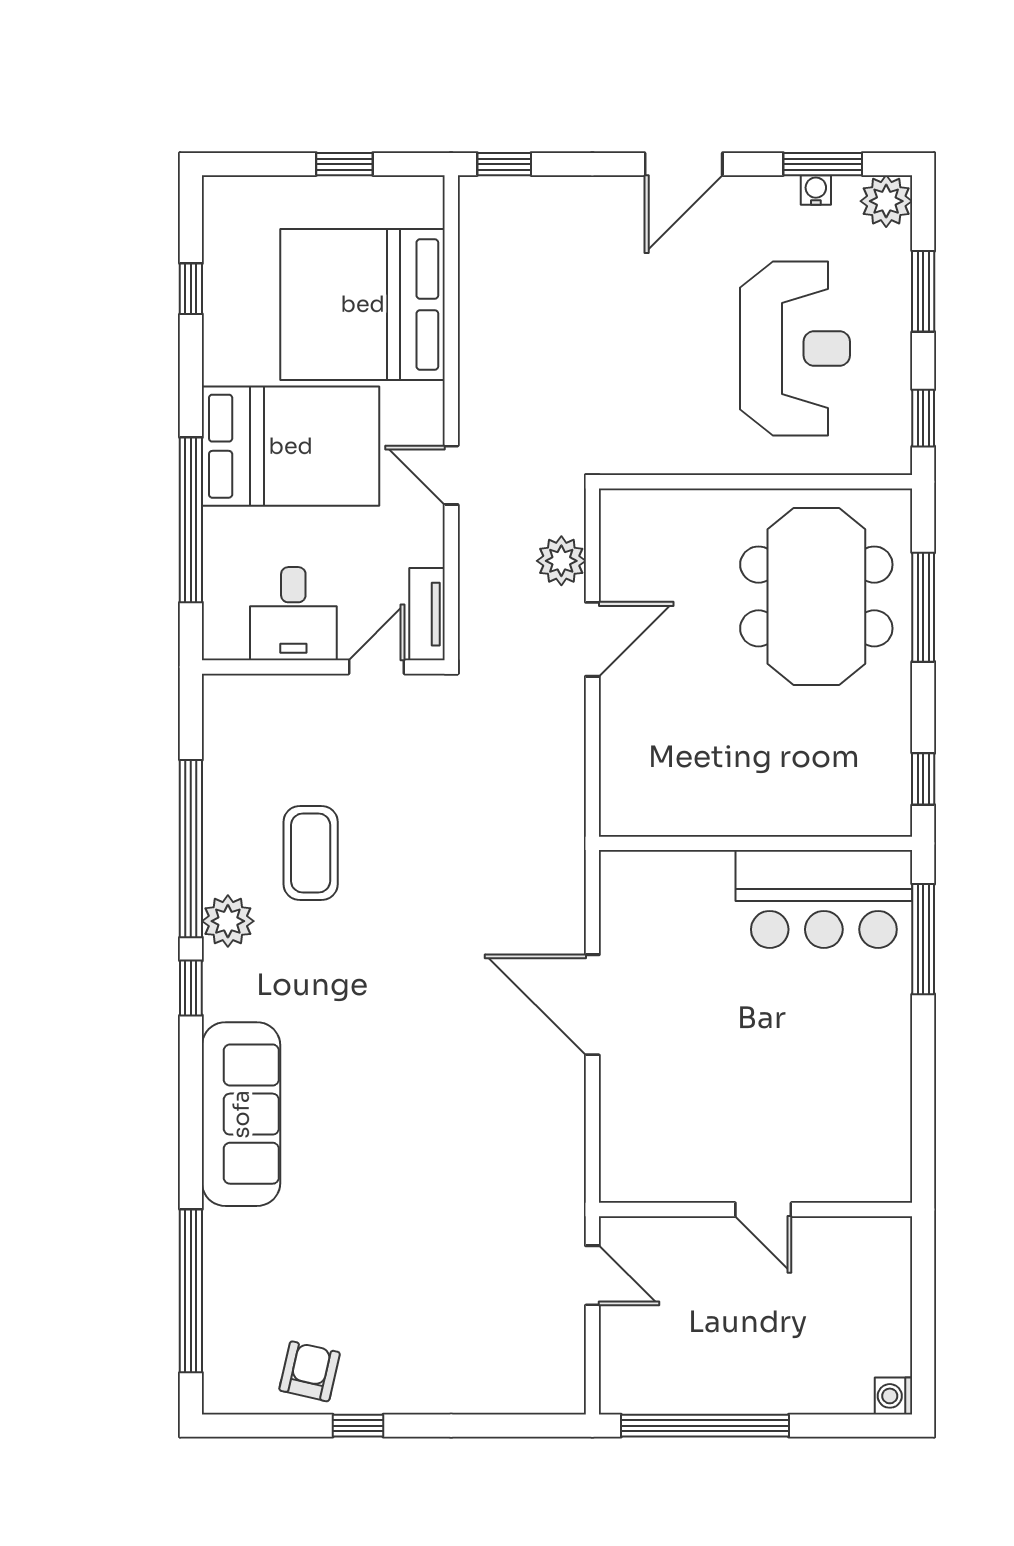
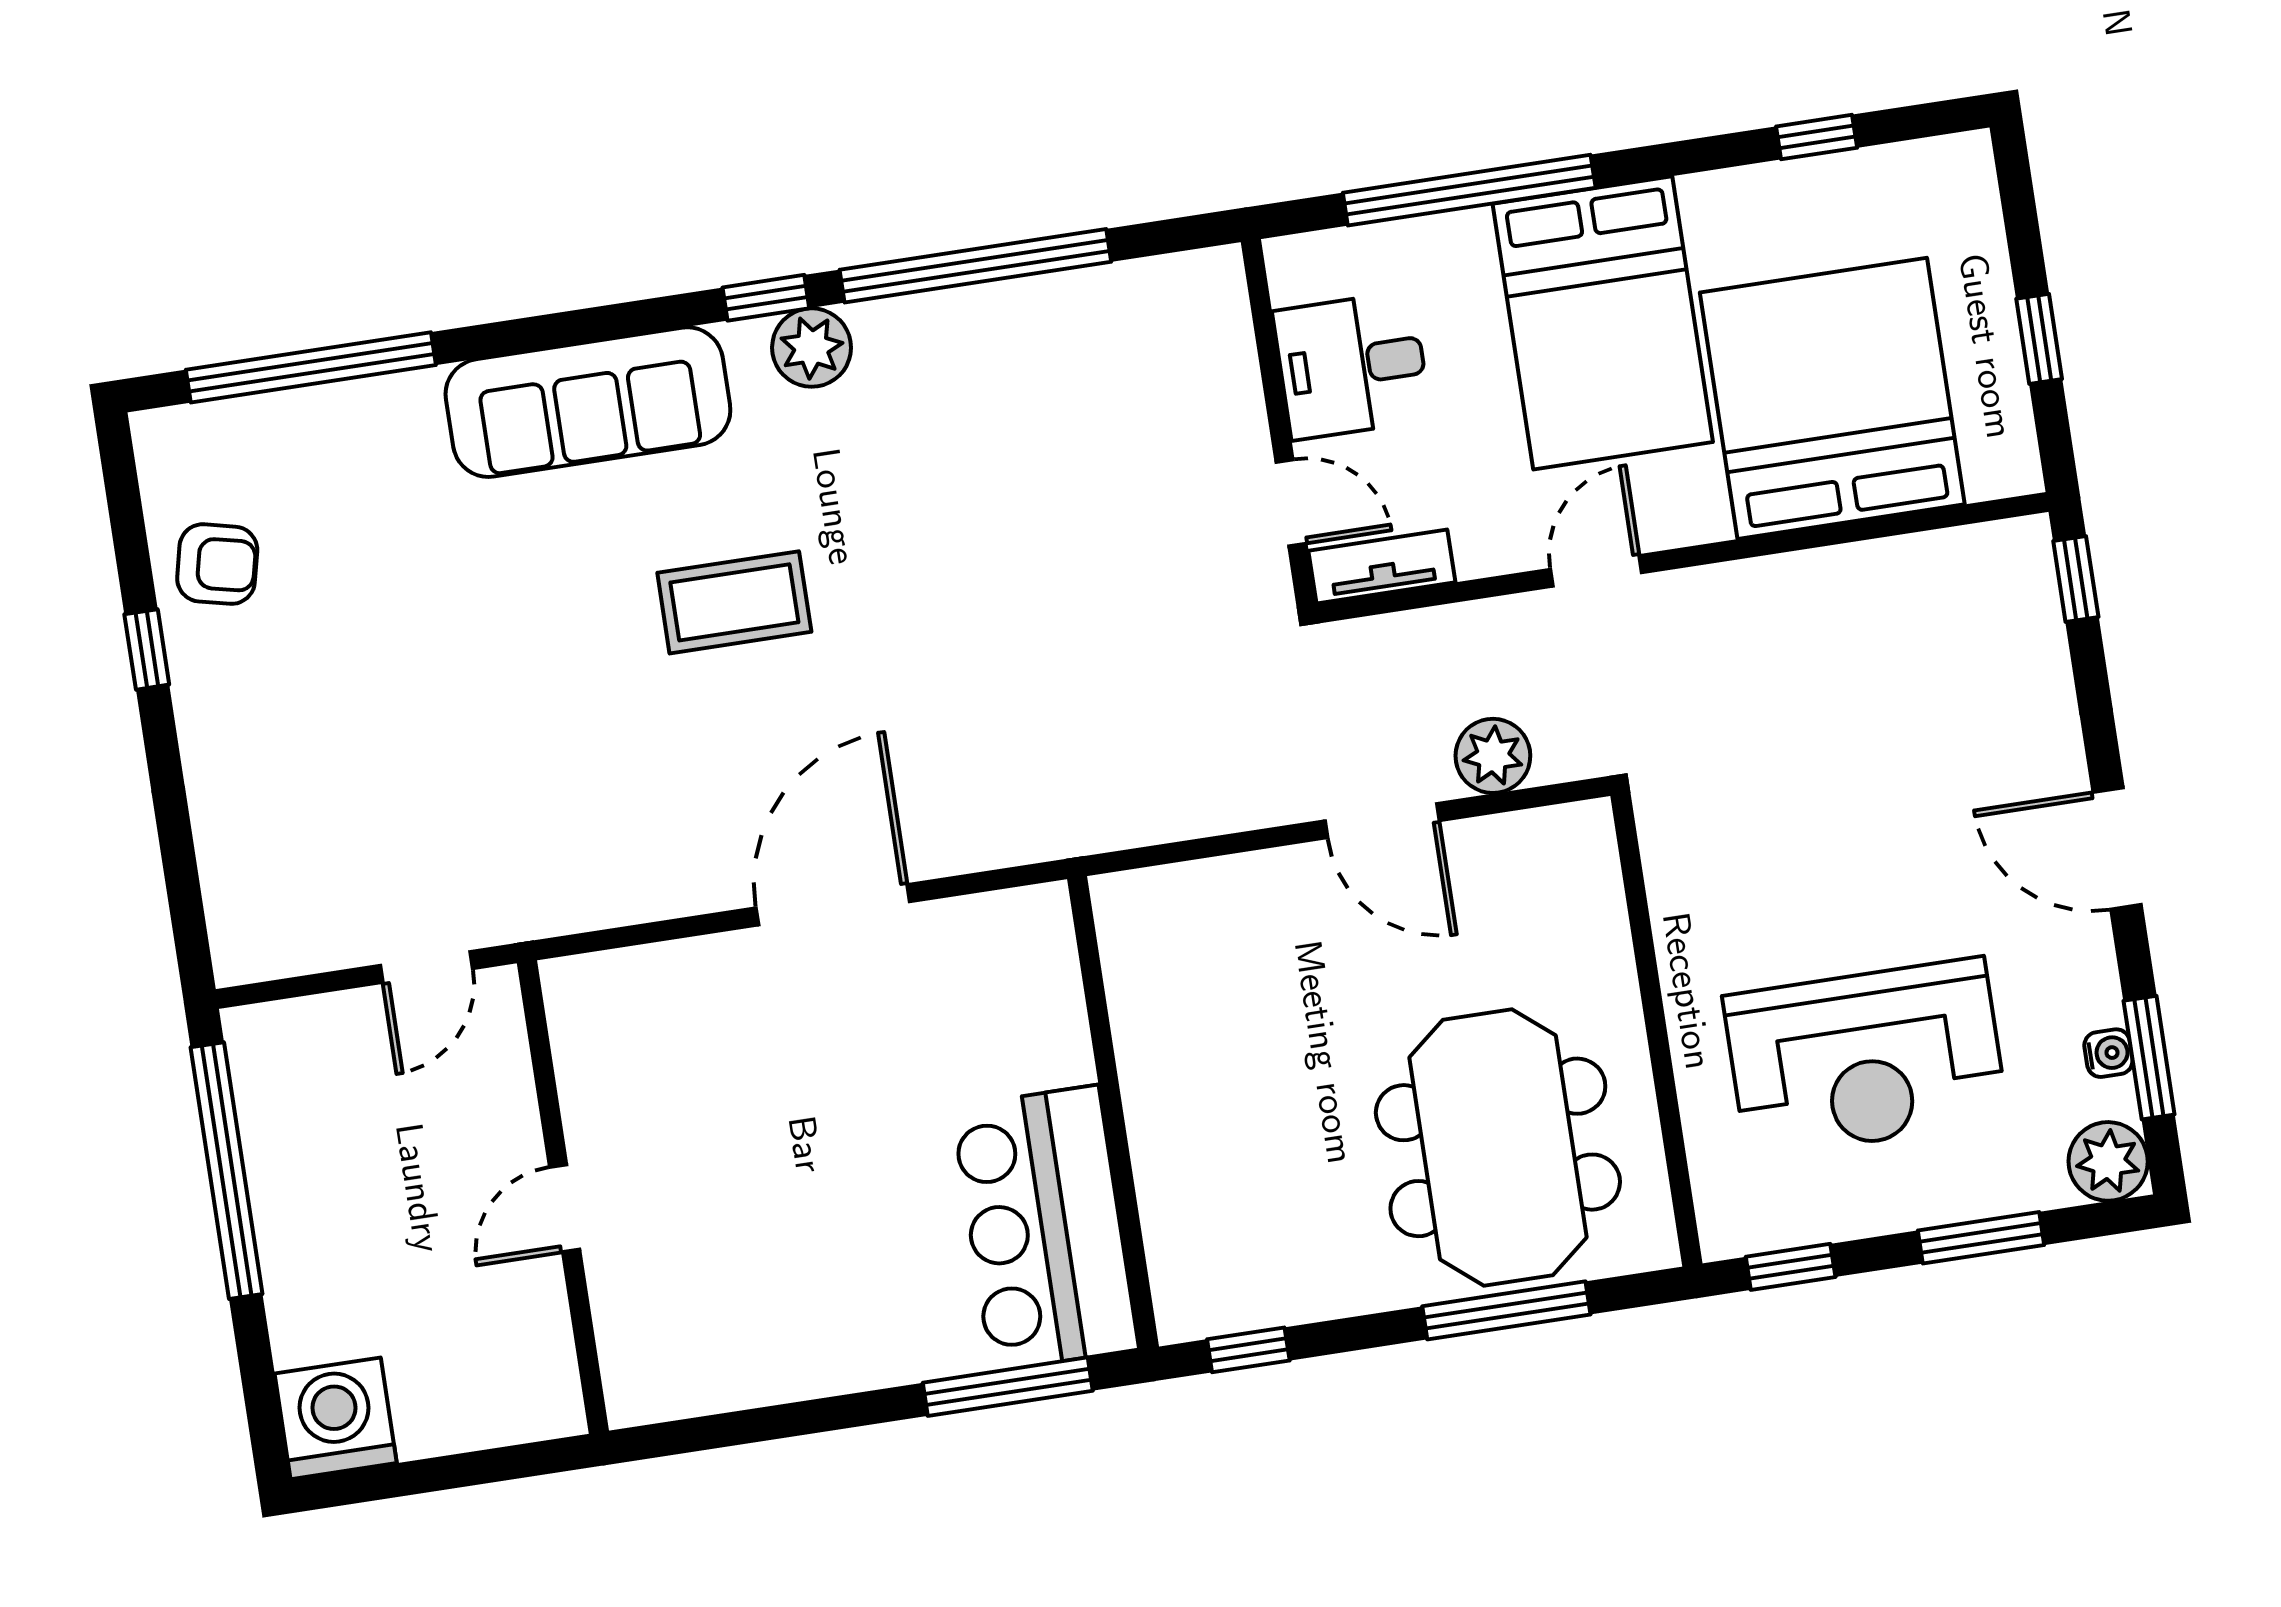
meeting table: (816, 596) -> (1498, 1147), turned 90
coffee table: (311, 853) -> (734, 602), moved
plant: (228, 921) -> (812, 348), moved
washing machine: (894, 1396) -> (336, 1418), width x1.89, depth x1.89

